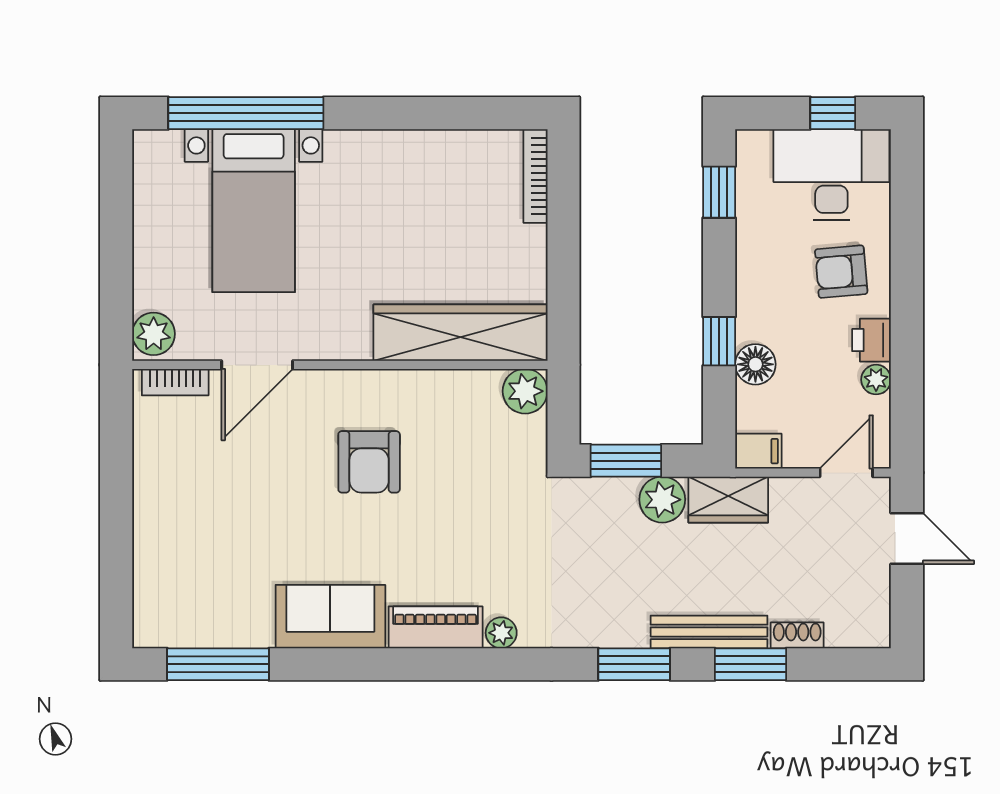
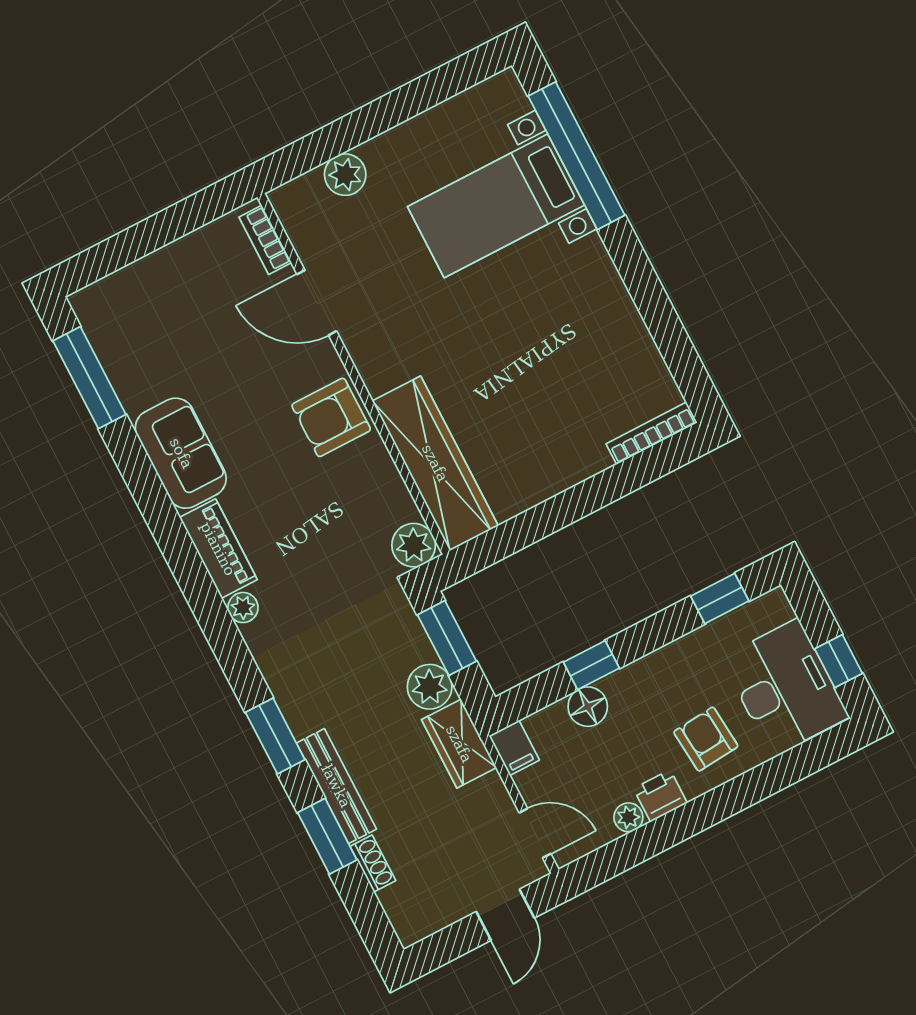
wardrobe: (460, 333) -> (435, 463), moved
door: (257, 365) -> (317, 303), moved
wall: (340, 365) -> (354, 374), moved
bookcase: (175, 382) -> (265, 240), moved
plant: (525, 391) -> (414, 545), moved

